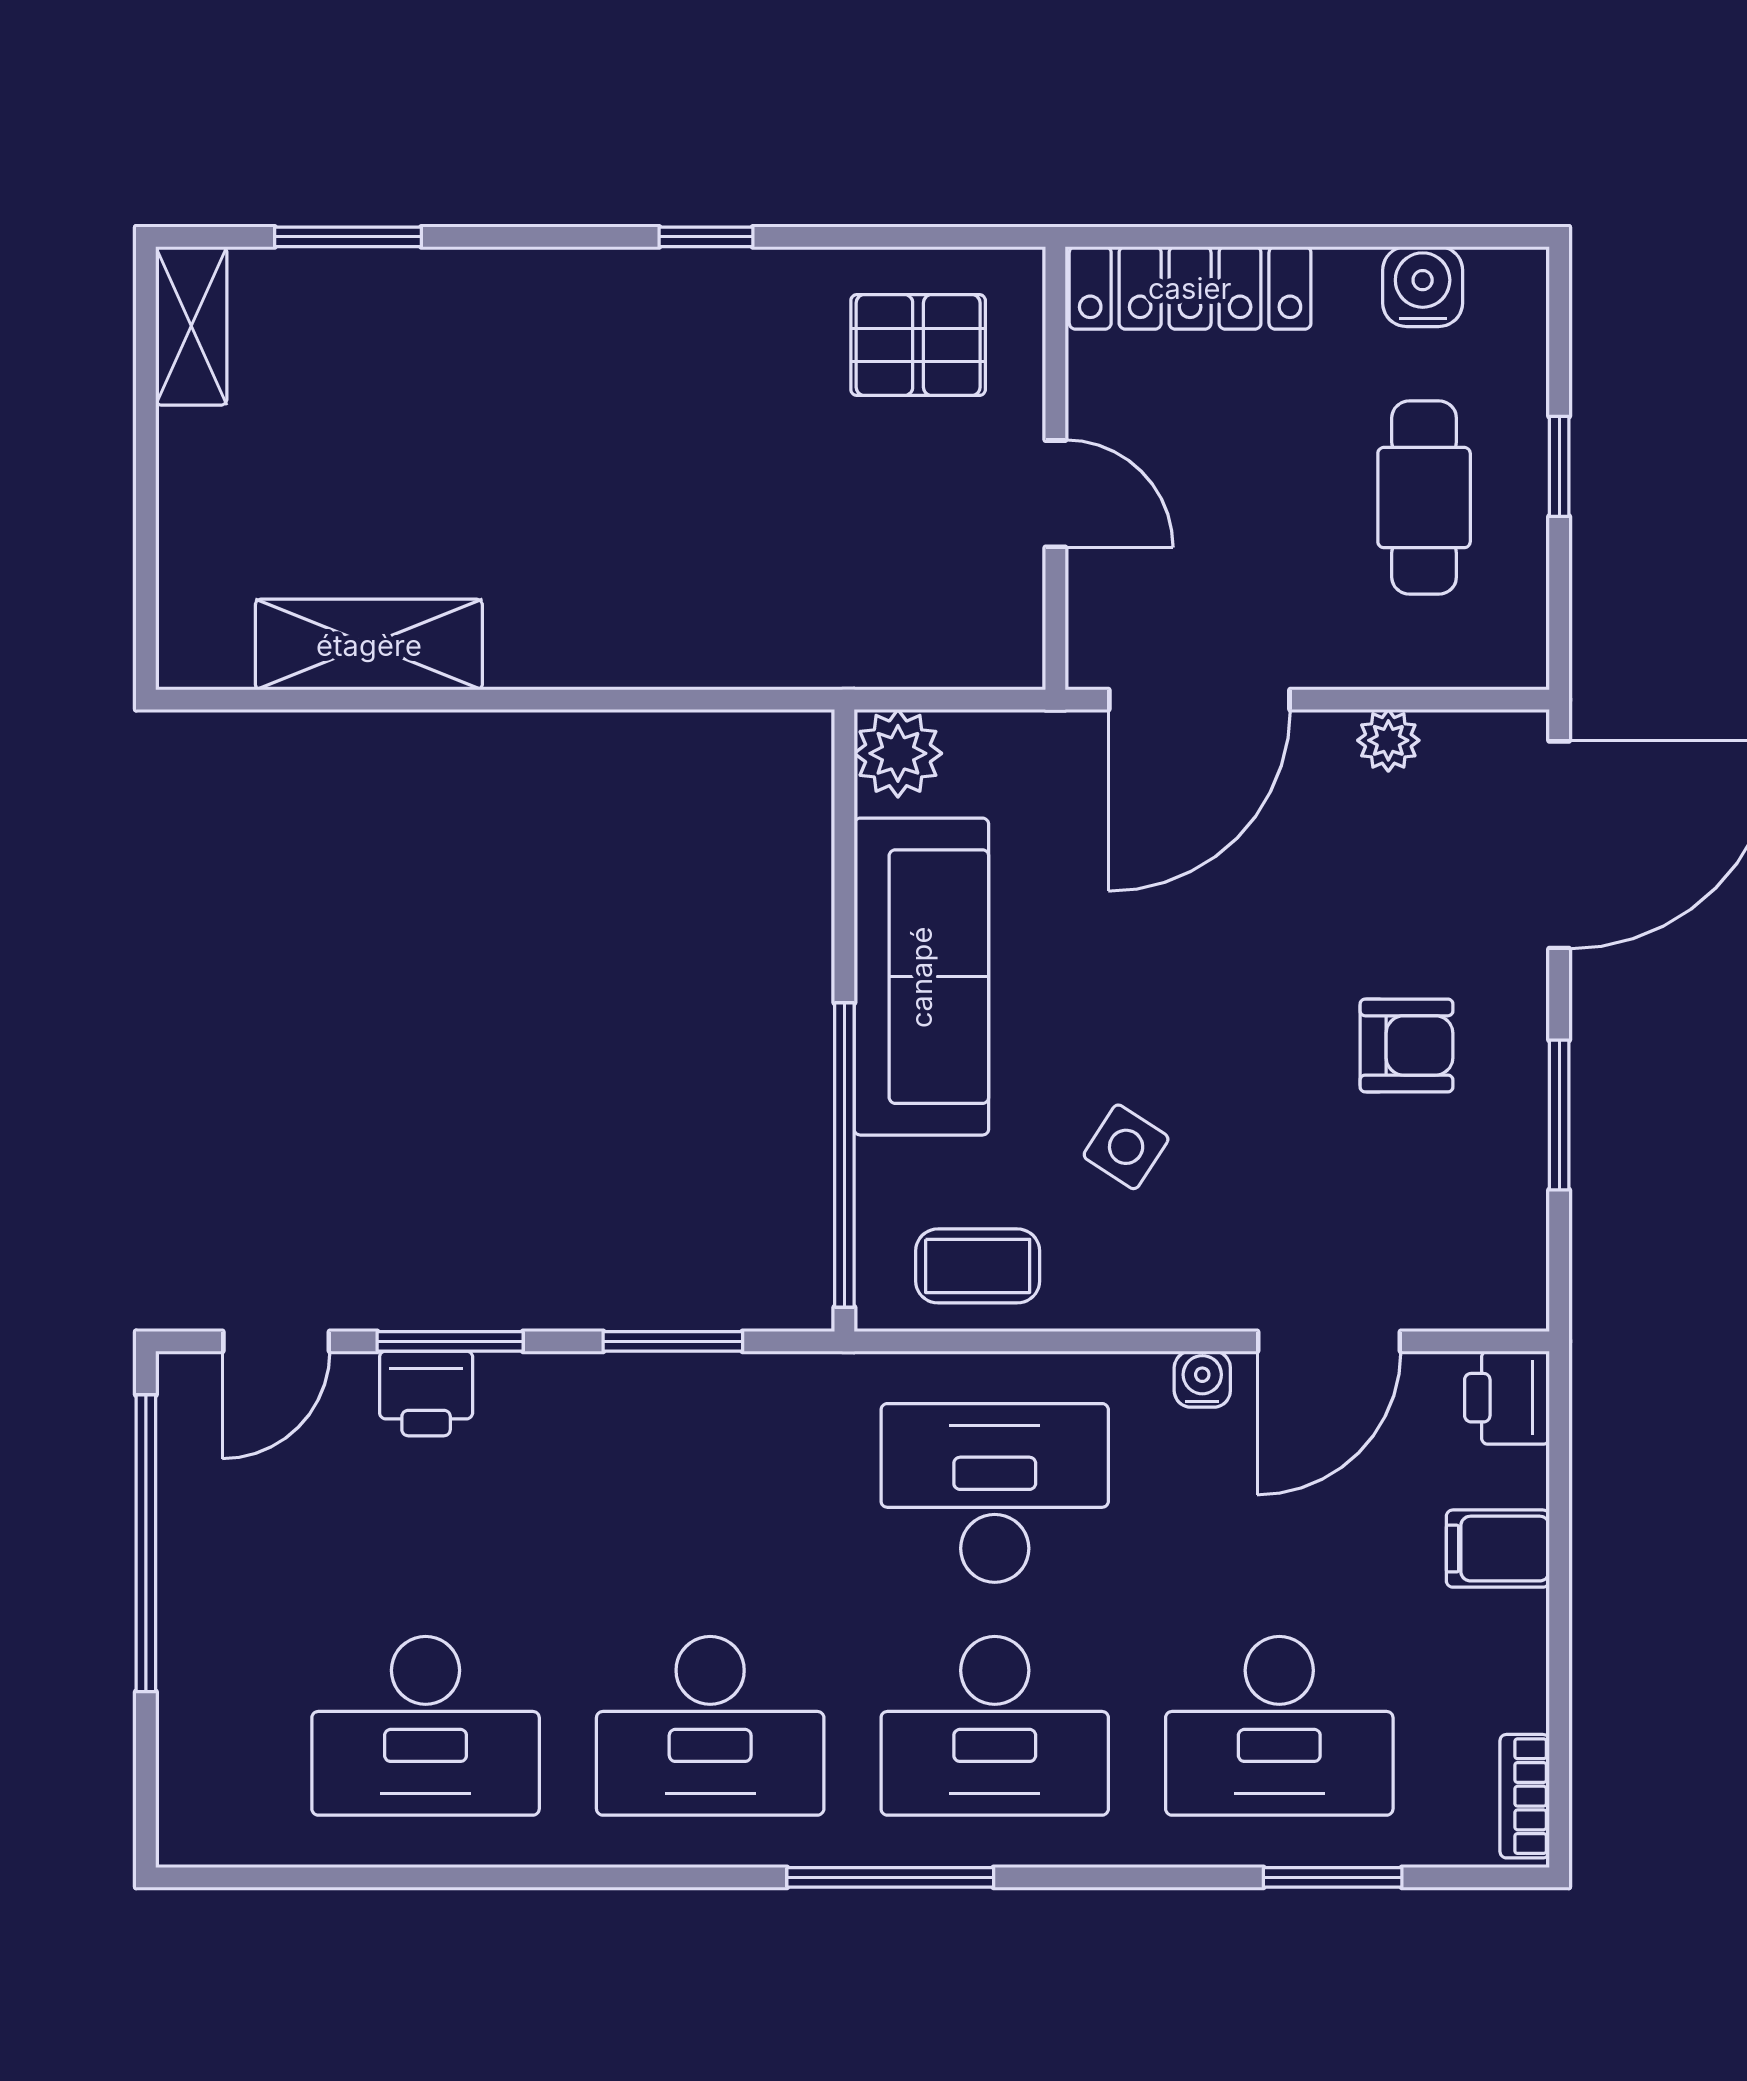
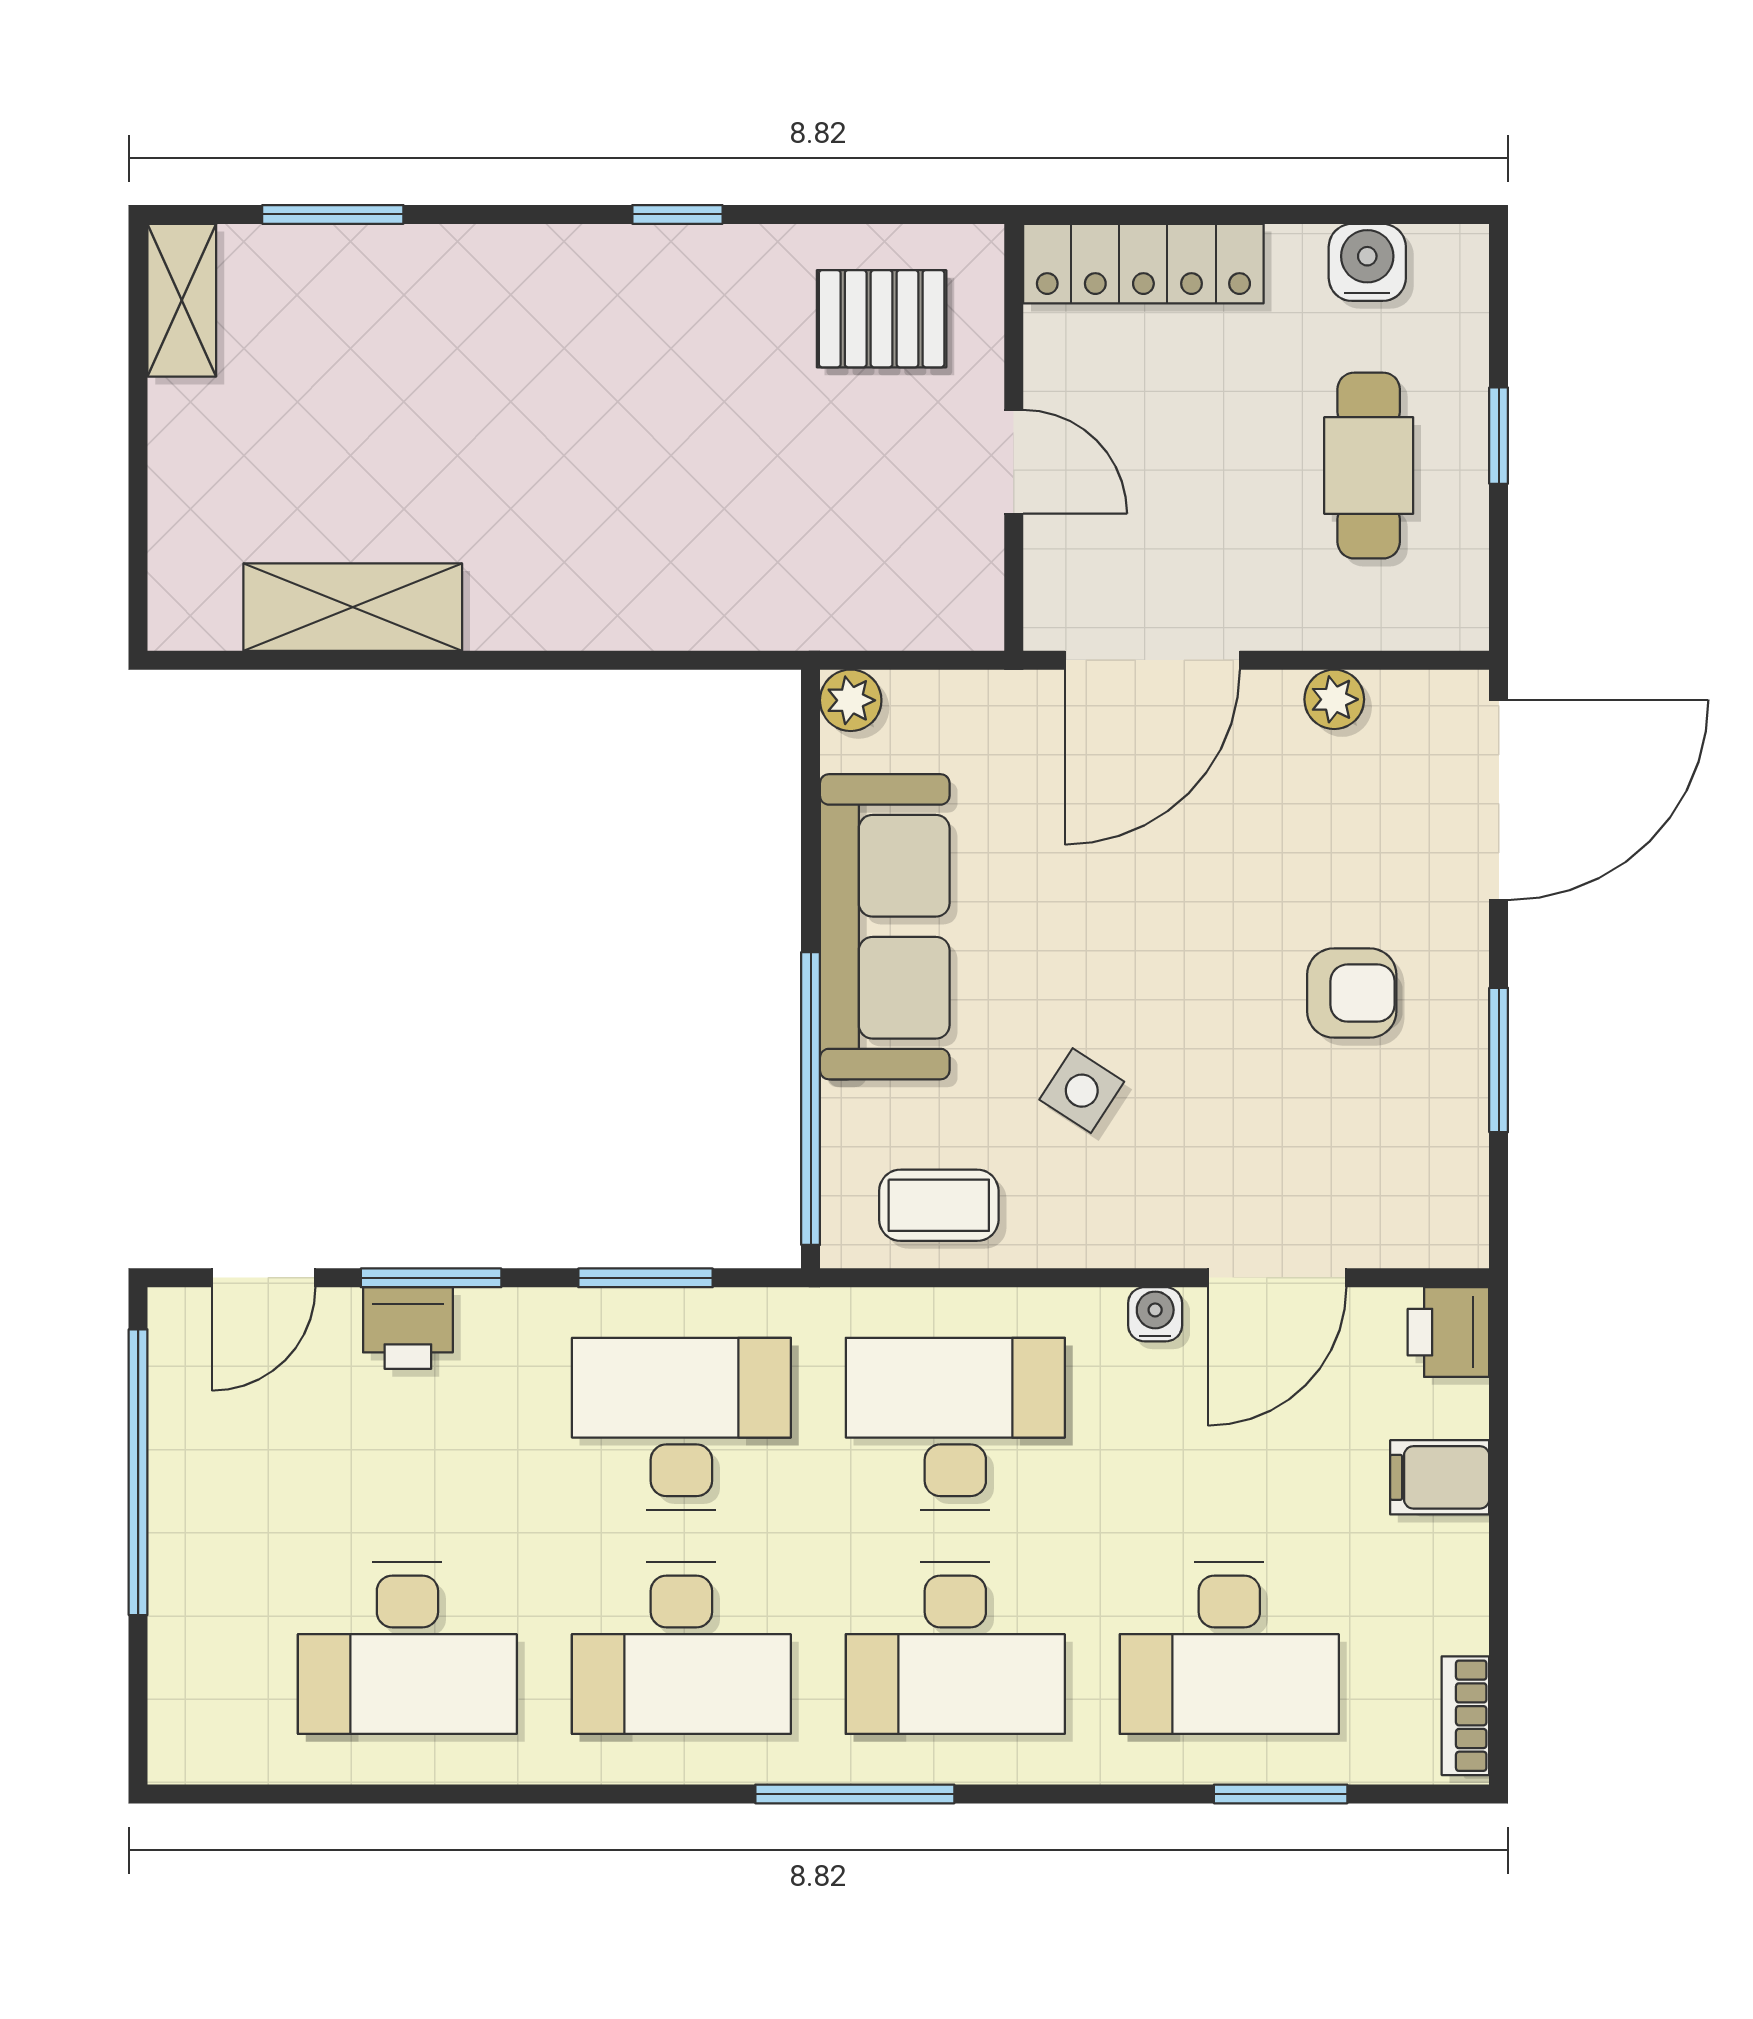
plant: (898, 753) -> (851, 700), width x0.73, depth x0.73
desk: (710, 1493) -> (681, 1424), added

